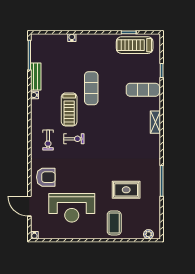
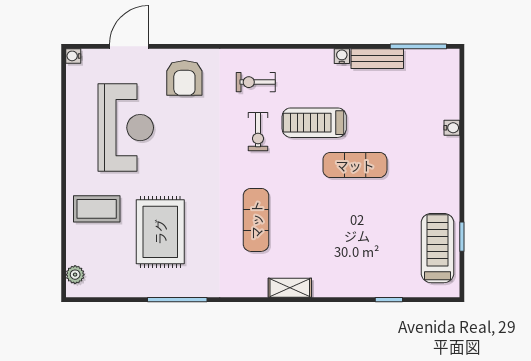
exercise mat: (143, 90) -> (256, 220), moved
rug: (126, 190) -> (160, 232), width x1.36, depth x1.43
reception desk: (72, 208) -> (126, 128), turned 180

